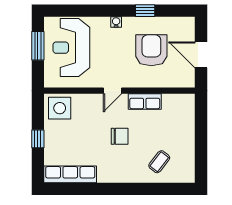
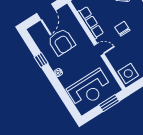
window: (38, 46) -> (109, 103), moved
armchair: (151, 50) -> (62, 42), turned -90
row of seats: (145, 102) -> (91, 23), width x1.48

